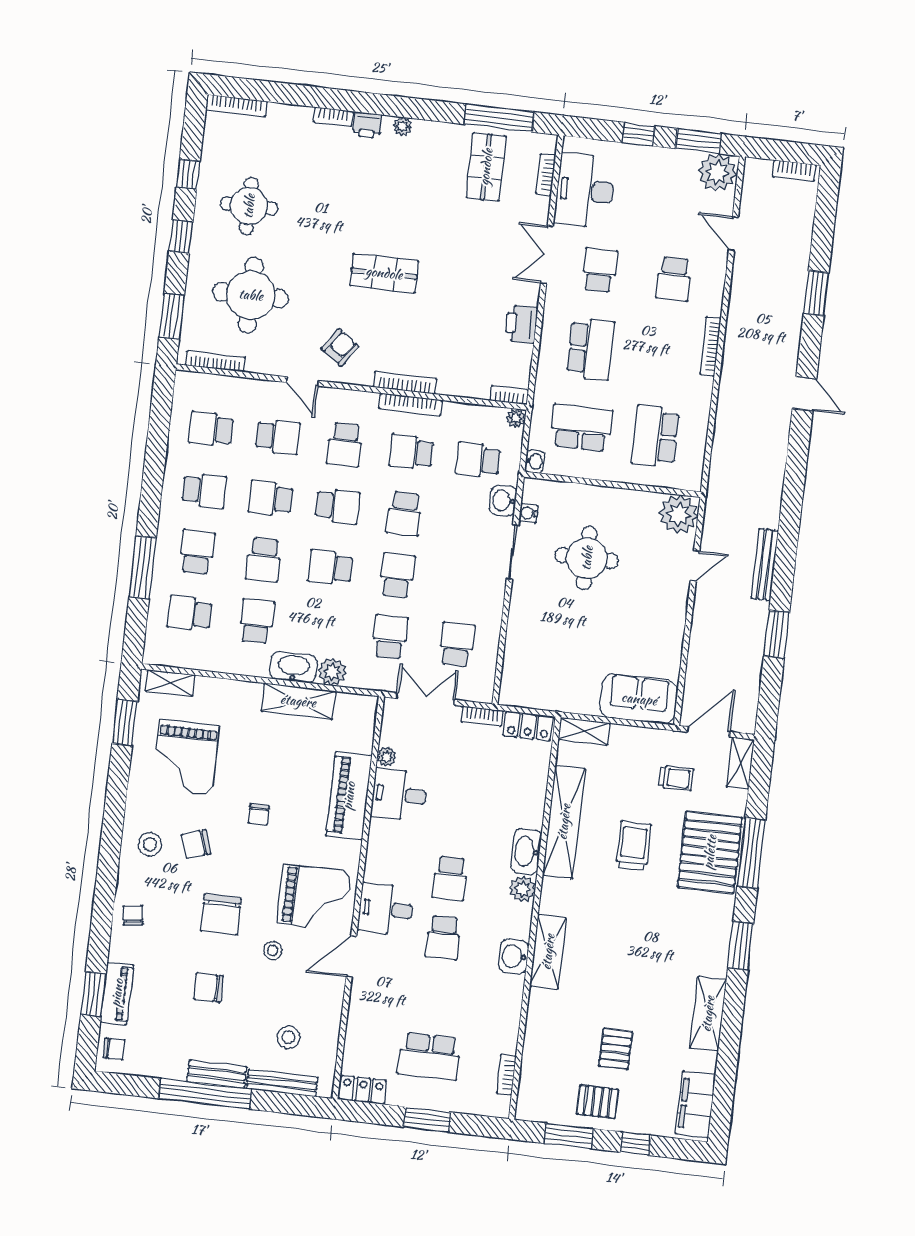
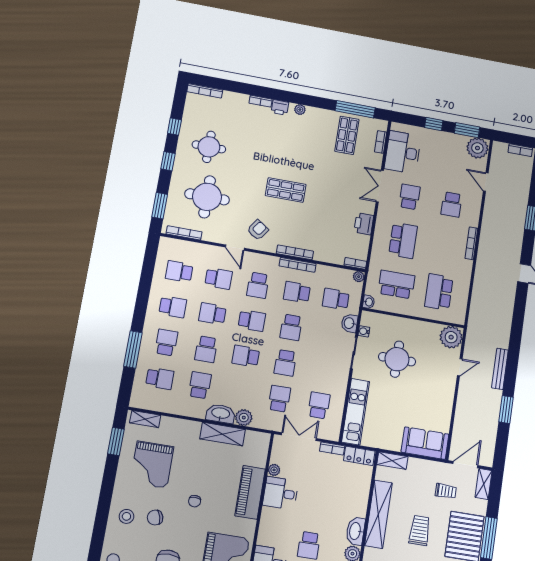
school desk: (397, 575) -> (285, 363), turned 180
school desk: (190, 614) -> (160, 378), turned 180
kitchen unit: (519, 652) -> (356, 412), added

